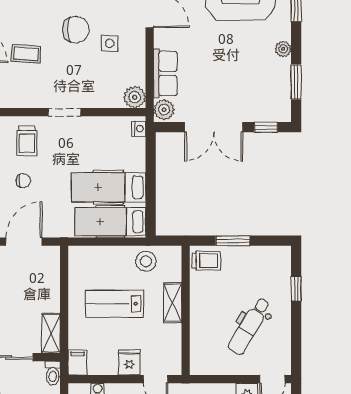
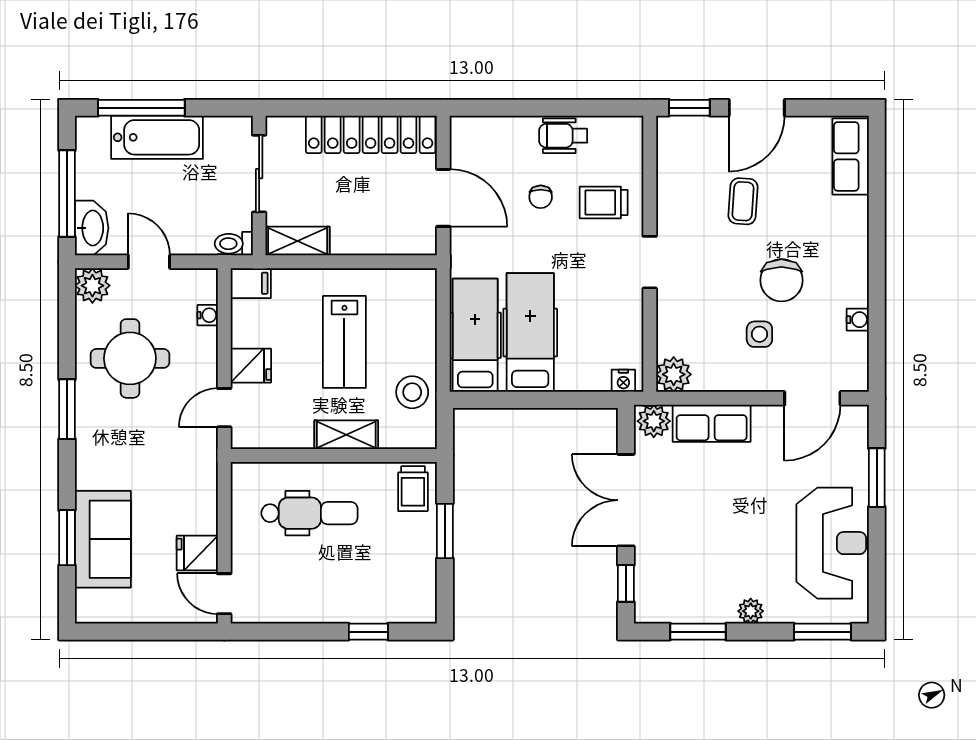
lab bench: (114, 304) -> (344, 342), turned 180
dental chair: (249, 326) -> (309, 513), moved, turned 149

